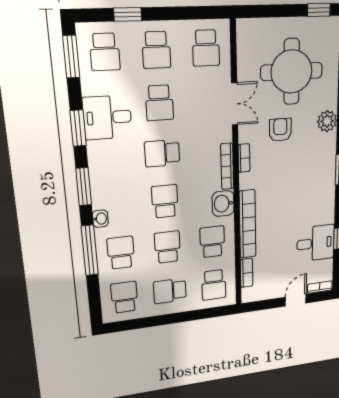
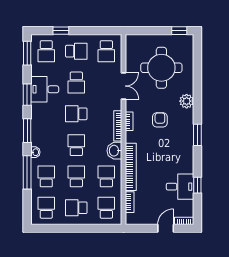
school desk: (156, 50) -> (76, 51), turned -90
armchair: (280, 130) -> (160, 120), moved
school desk: (214, 285) -> (106, 208), turned 180

